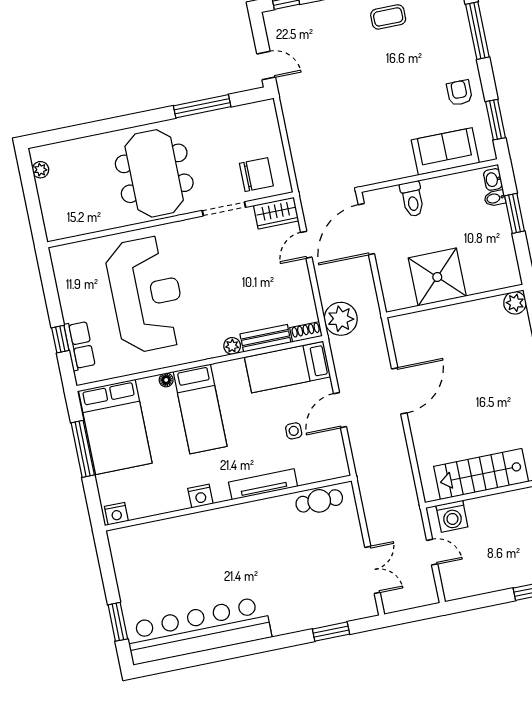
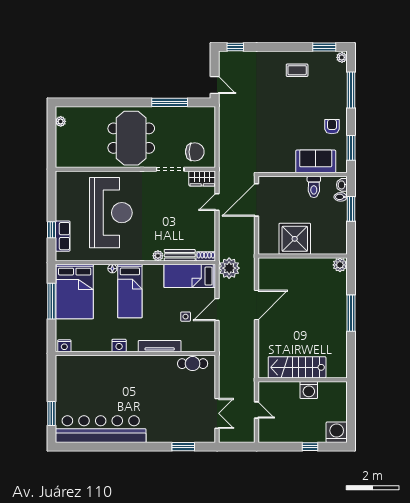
toilet: (412, 199) -> (314, 187), moved
plant: (341, 319) -> (229, 268), moved
washing machine: (452, 516) -> (309, 390), moved

